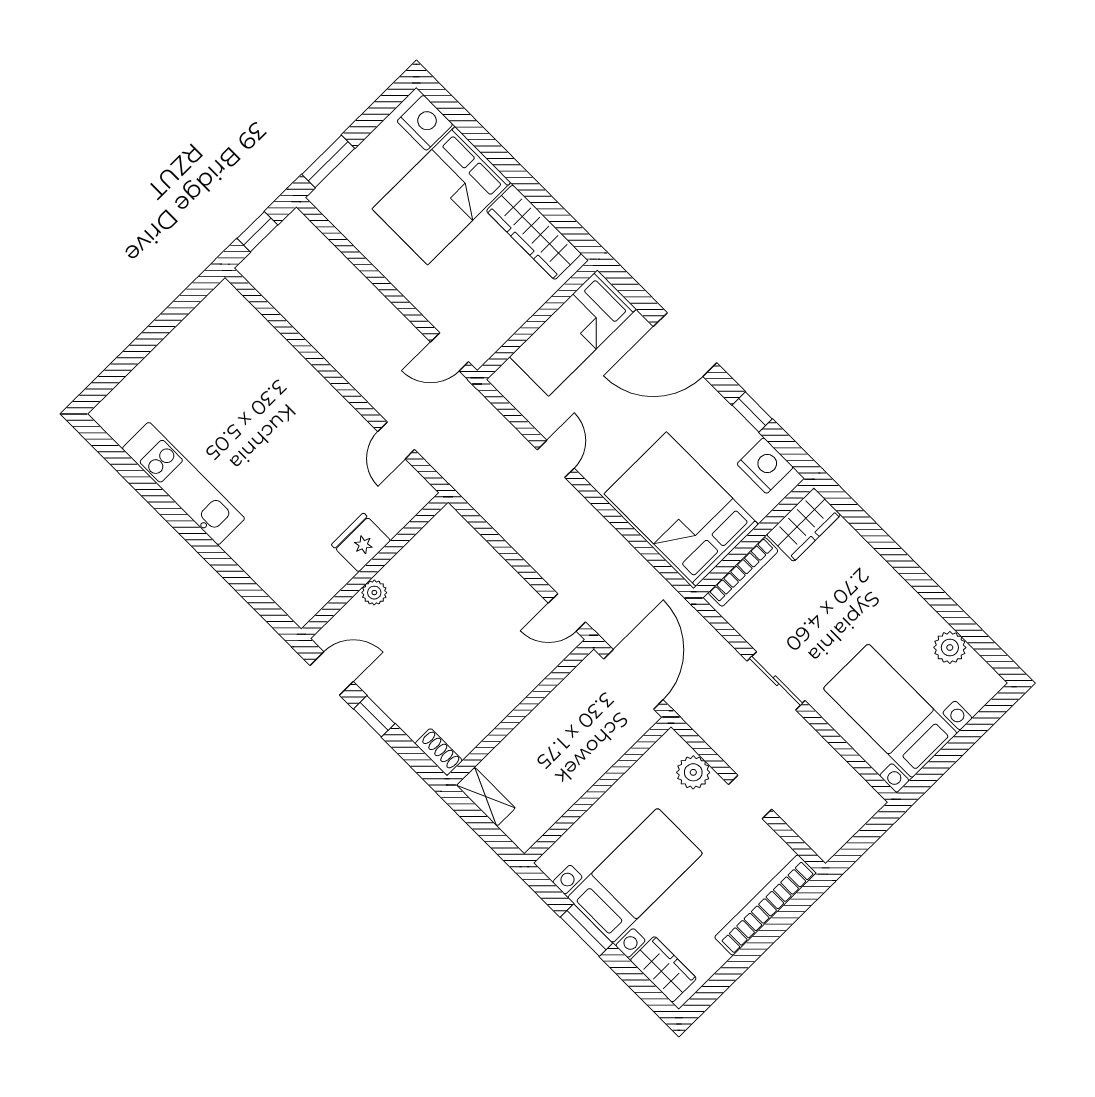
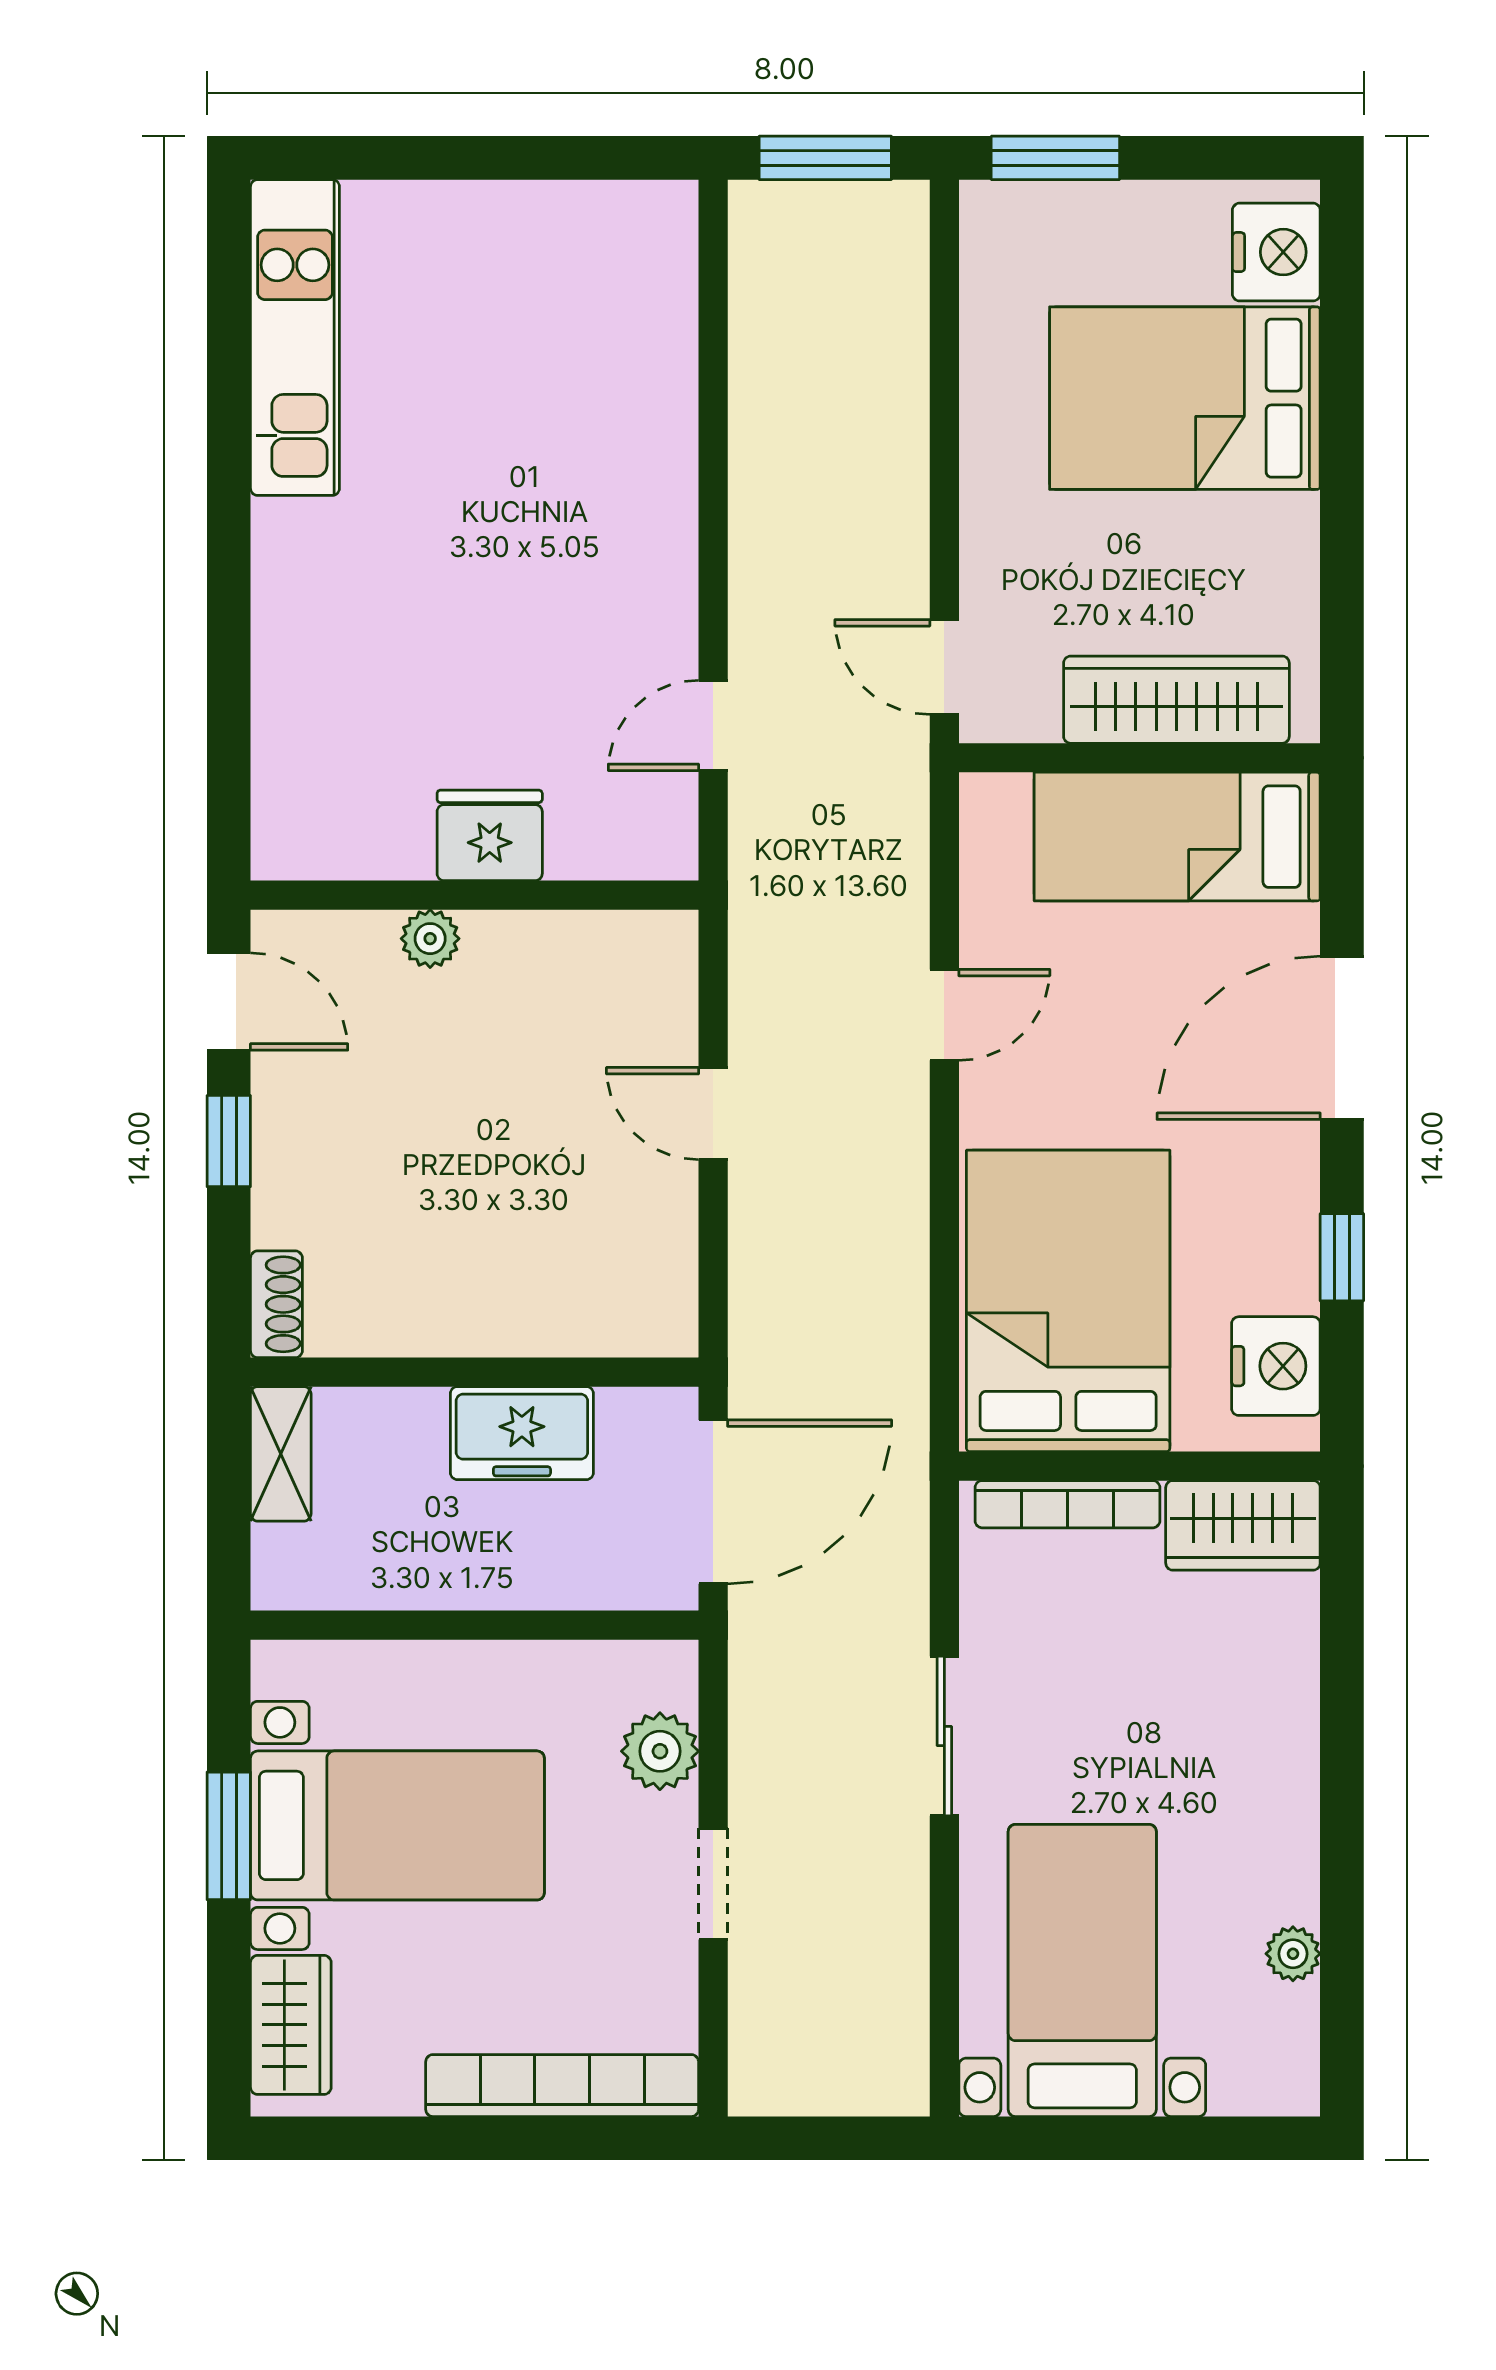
window: (257, 232) -> (825, 158), width x1.50
wardrobe: (534, 232) -> (1176, 700), moved, turned 90
door: (685, 345) -> (1342, 1038), hinge flipped
kitchen unit: (183, 484) -> (295, 338), moved
door: (567, 613) -> (713, 1113), moved
plant: (950, 647) -> (1293, 1954), width x0.73, depth x0.73
freezer: (554, 717) -> (522, 1433), added

